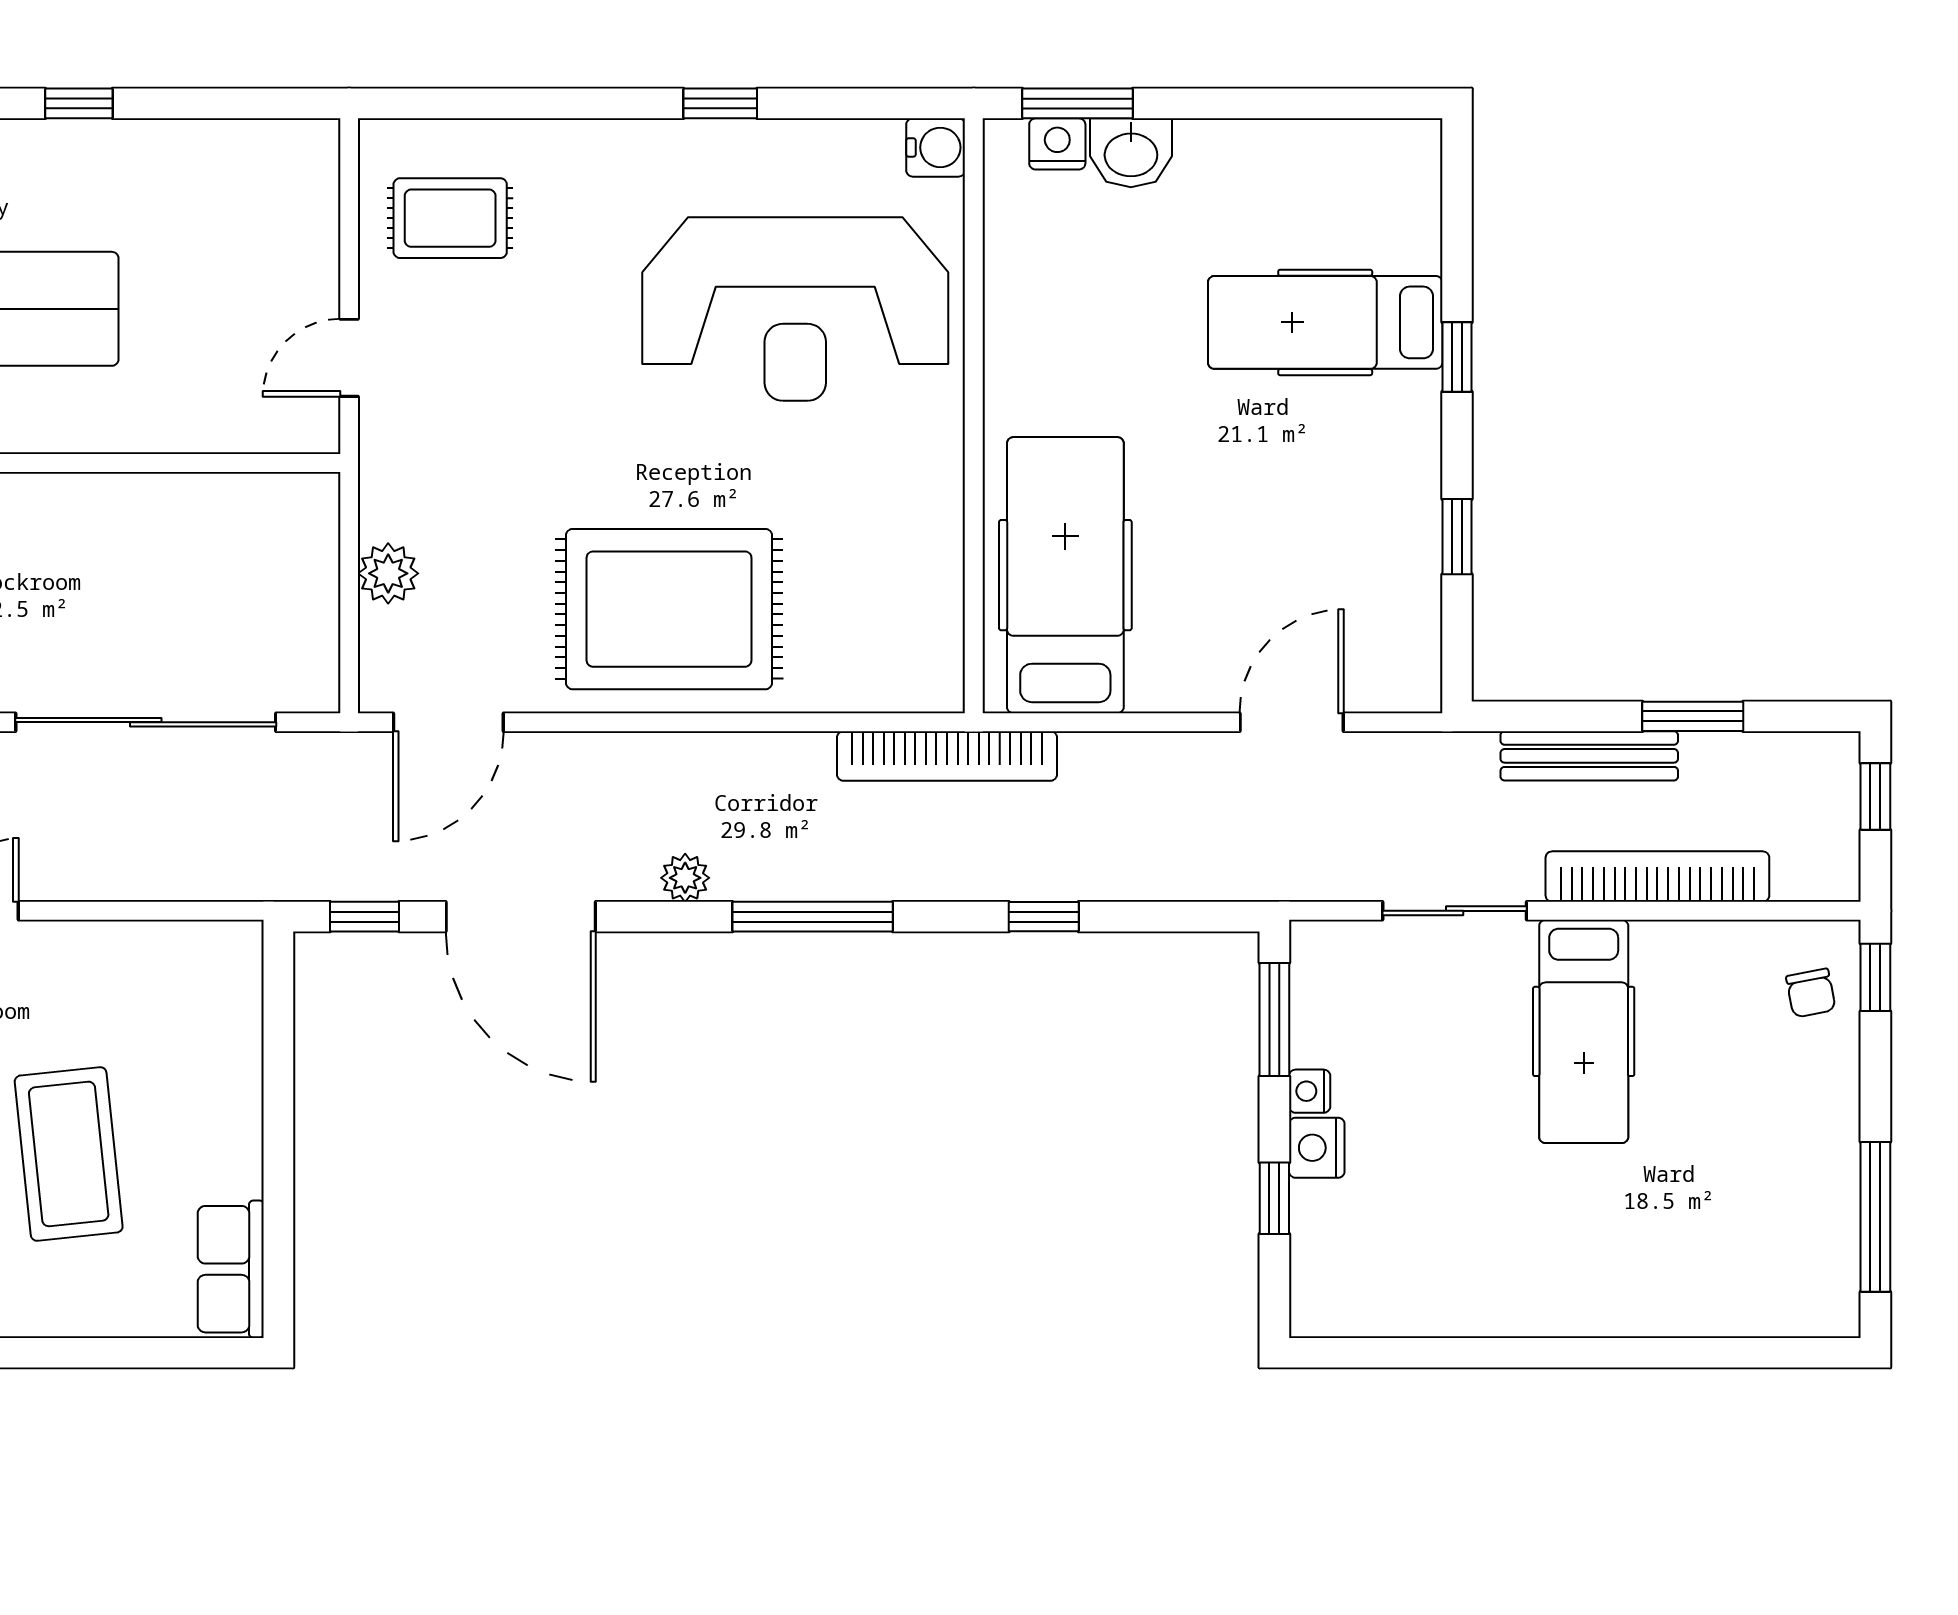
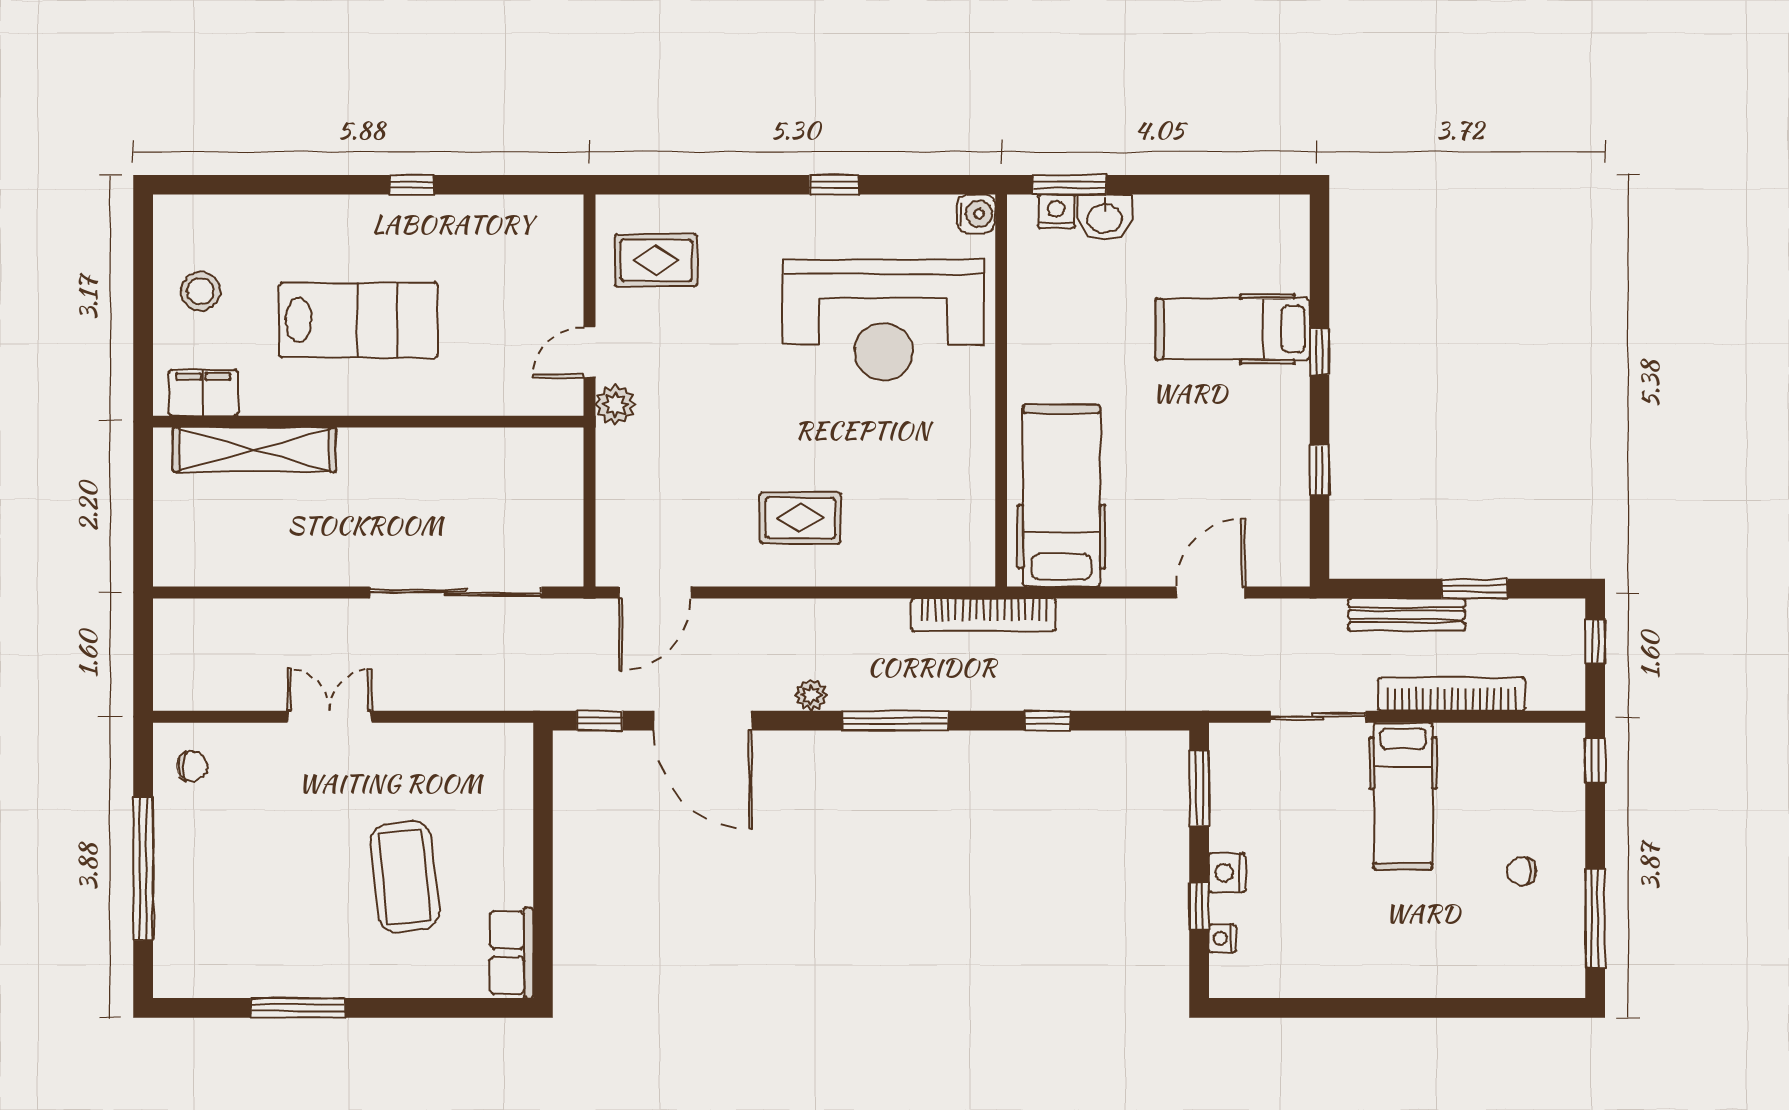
plant: (388, 573) -> (615, 404), moved
rug: (669, 609) -> (800, 518), width x0.54, depth x0.49
chair: (1811, 993) -> (1522, 871), moved, turned 101
nightstand: (1310, 1091) -> (1222, 938), moved

